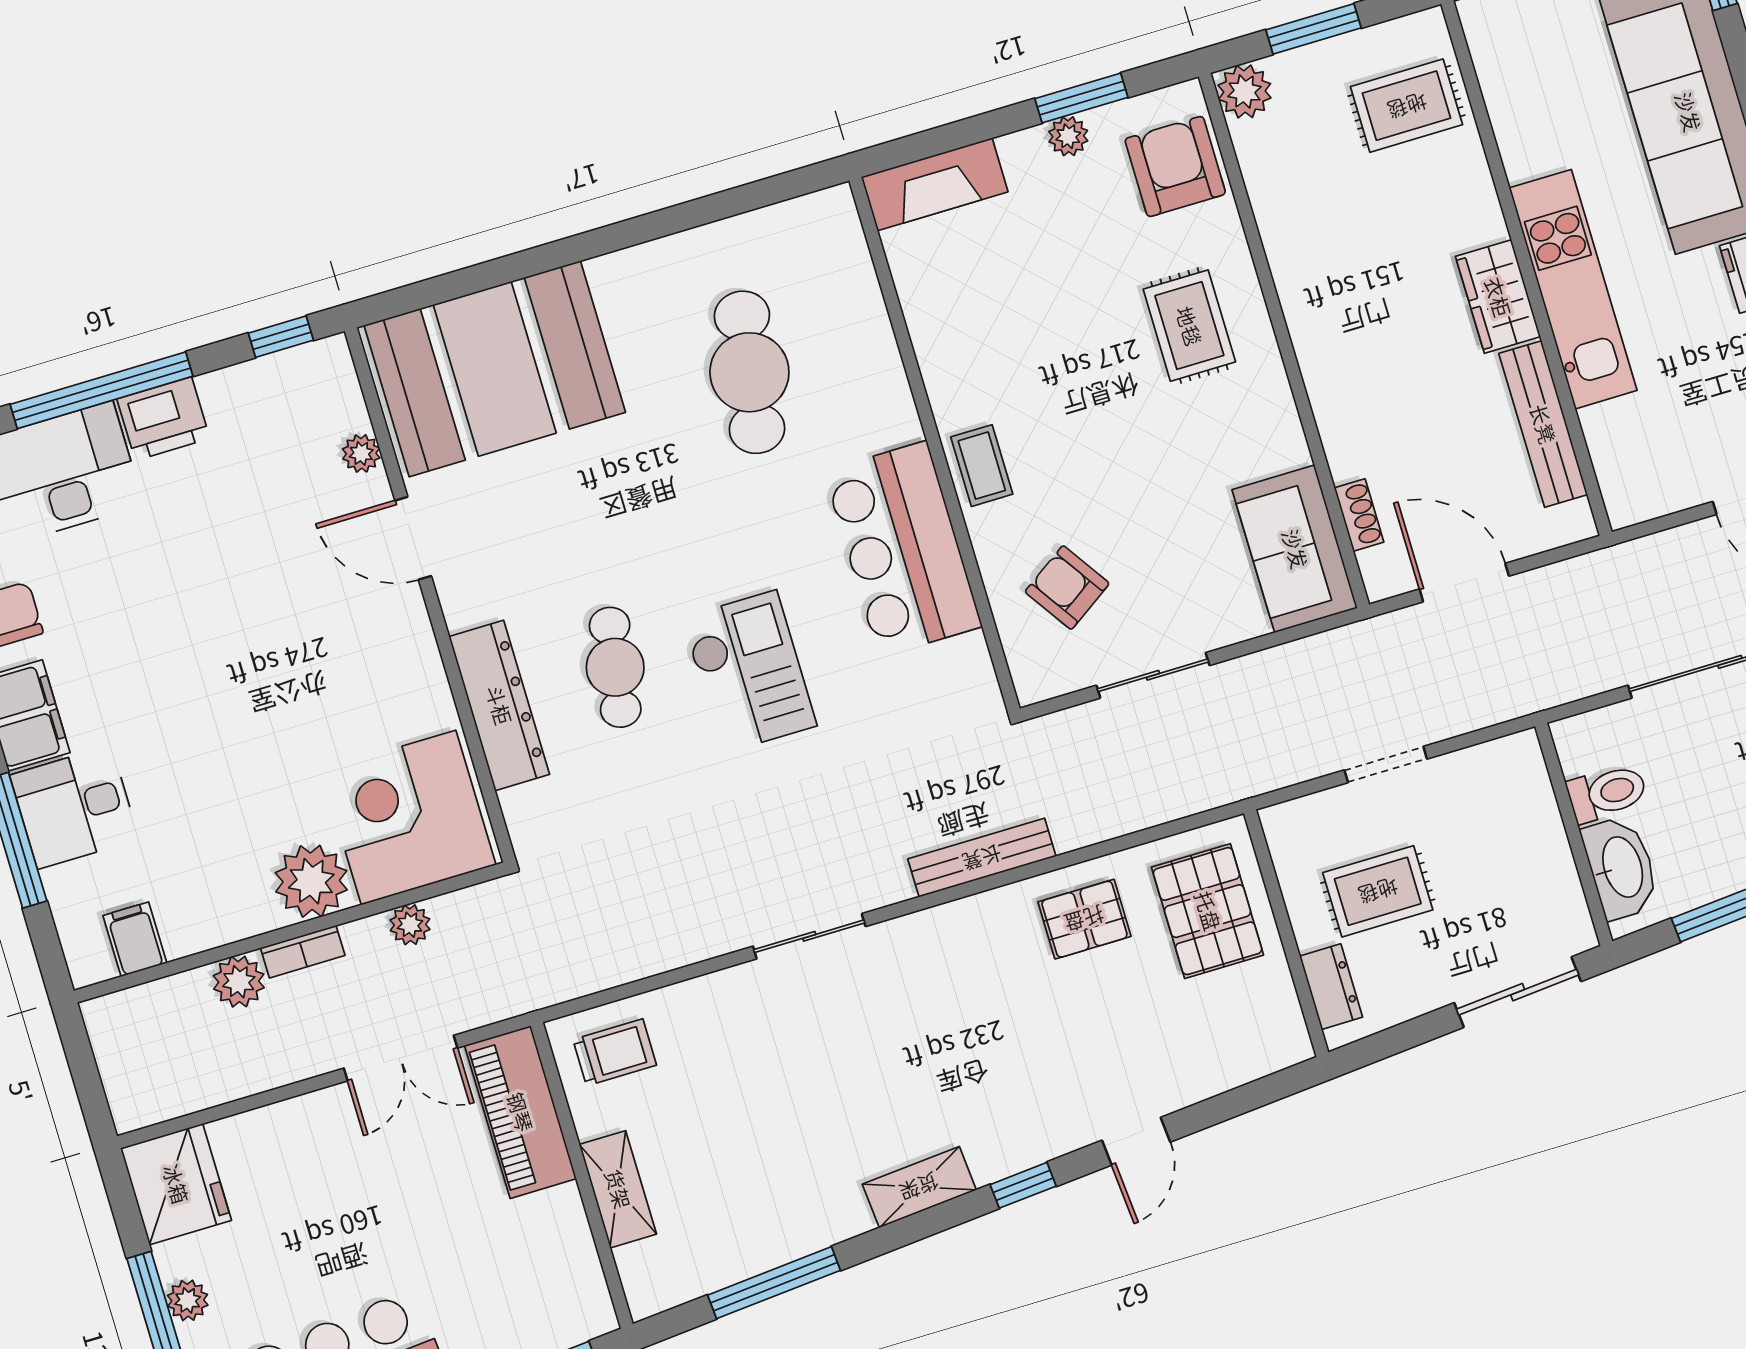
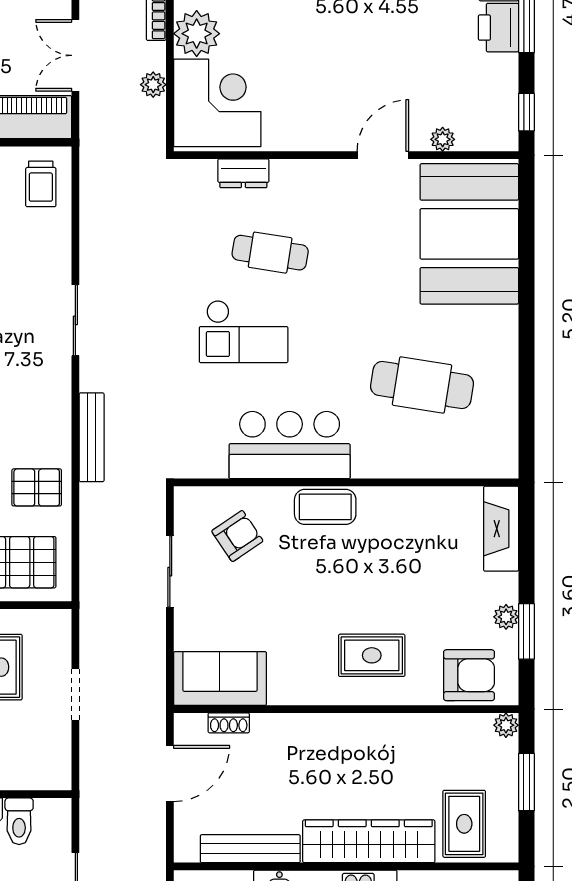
plant: (1245, 92) -> (506, 725), width x0.73, depth x0.73
wardrobe: (1498, 297) -> (369, 841), width x2.10, depth x1.17
coffee table: (982, 466) -> (325, 507), width x1.36, depth x1.30
dresser: (499, 705) -> (243, 173), width x0.51, depth x0.80
pallet: (1084, 919) -> (37, 487), turned 90

